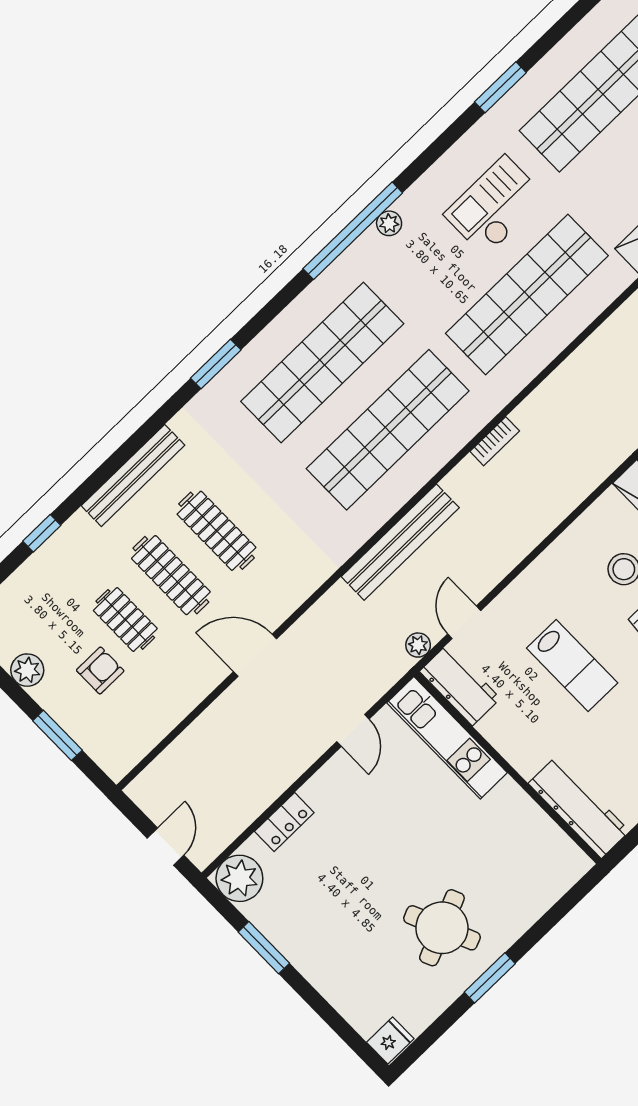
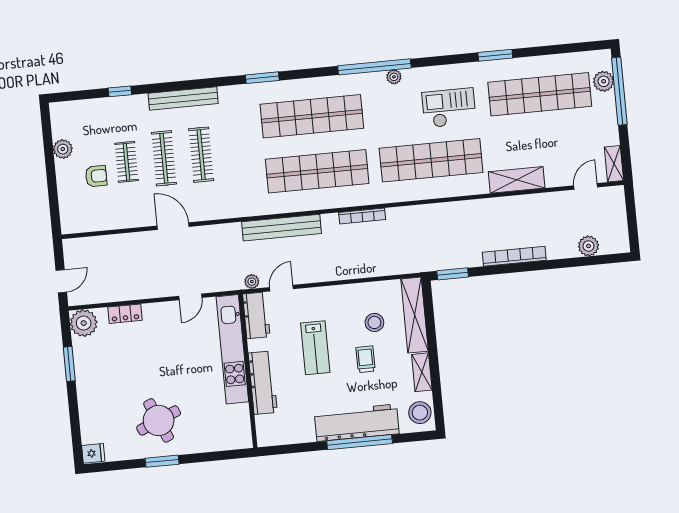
bookcase: (495, 441) -> (362, 216), width x1.56
window: (57, 735) -> (53, 190), removed
kitchen unit: (447, 738) -> (232, 349), width x1.36
workbench: (579, 807) -> (263, 383), moved

